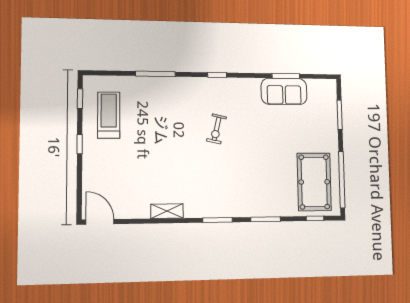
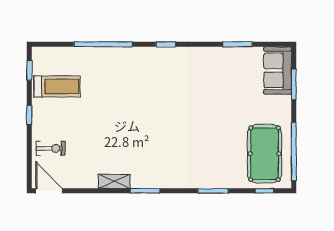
window: (155, 74) -> (103, 44), width x1.46
sofa: (284, 91) -> (278, 70), moved, turned 90
treadmill: (109, 115) -> (57, 86), turned 90
exercise bike: (217, 129) -> (51, 148), moved, turned -103
window: (217, 220) -> (145, 191), moved

